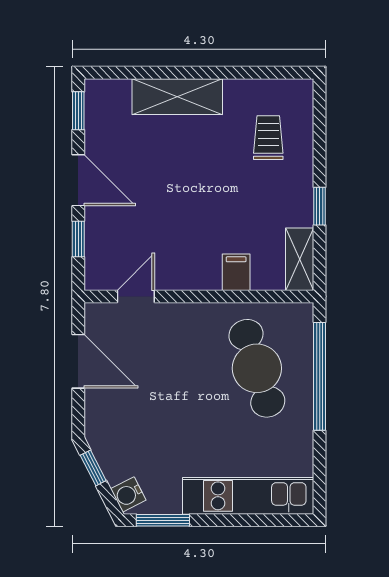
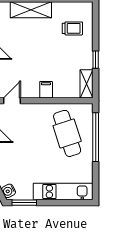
trolley: (268, 138) -> (72, 28), turned 90
filing cabinet: (236, 272) -> (46, 90), moved

